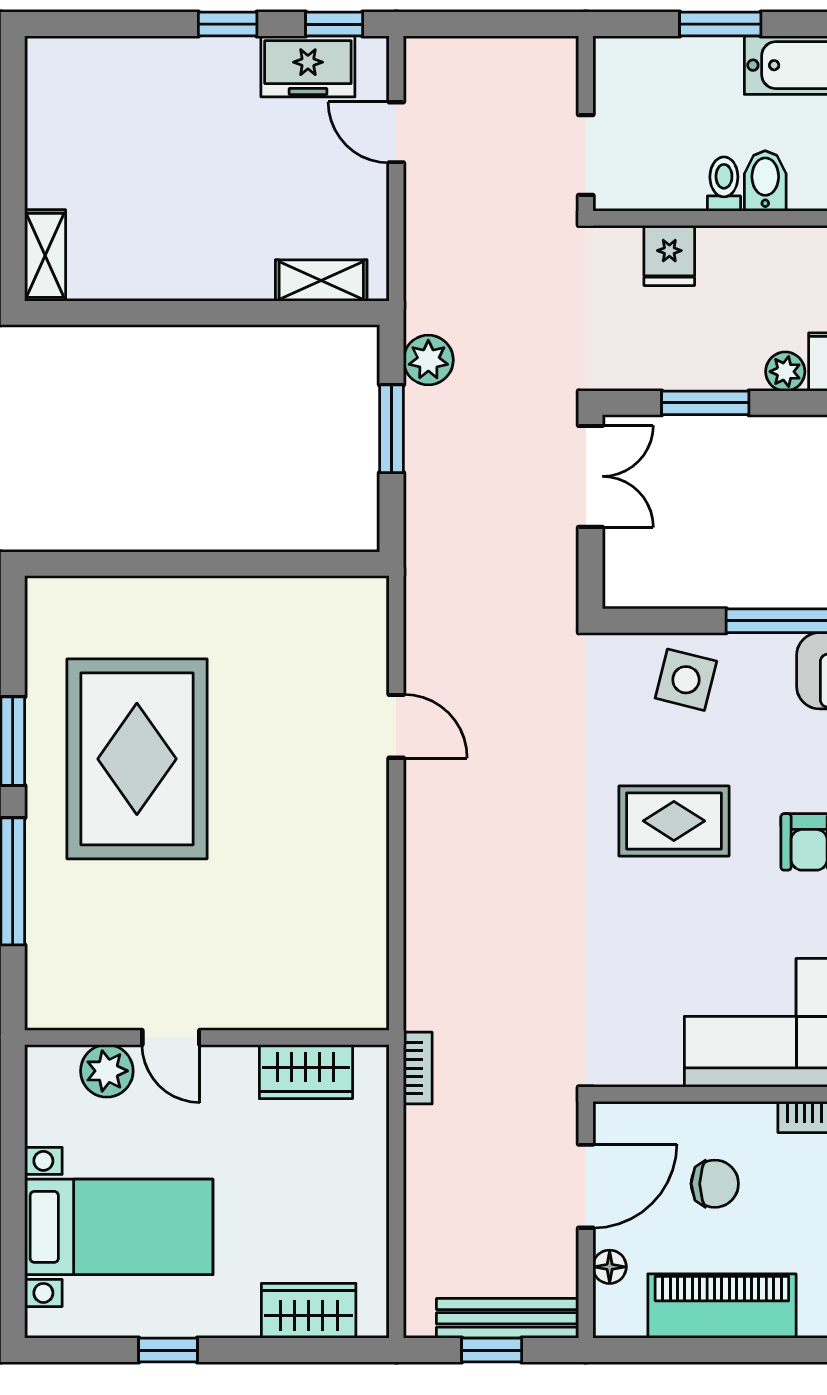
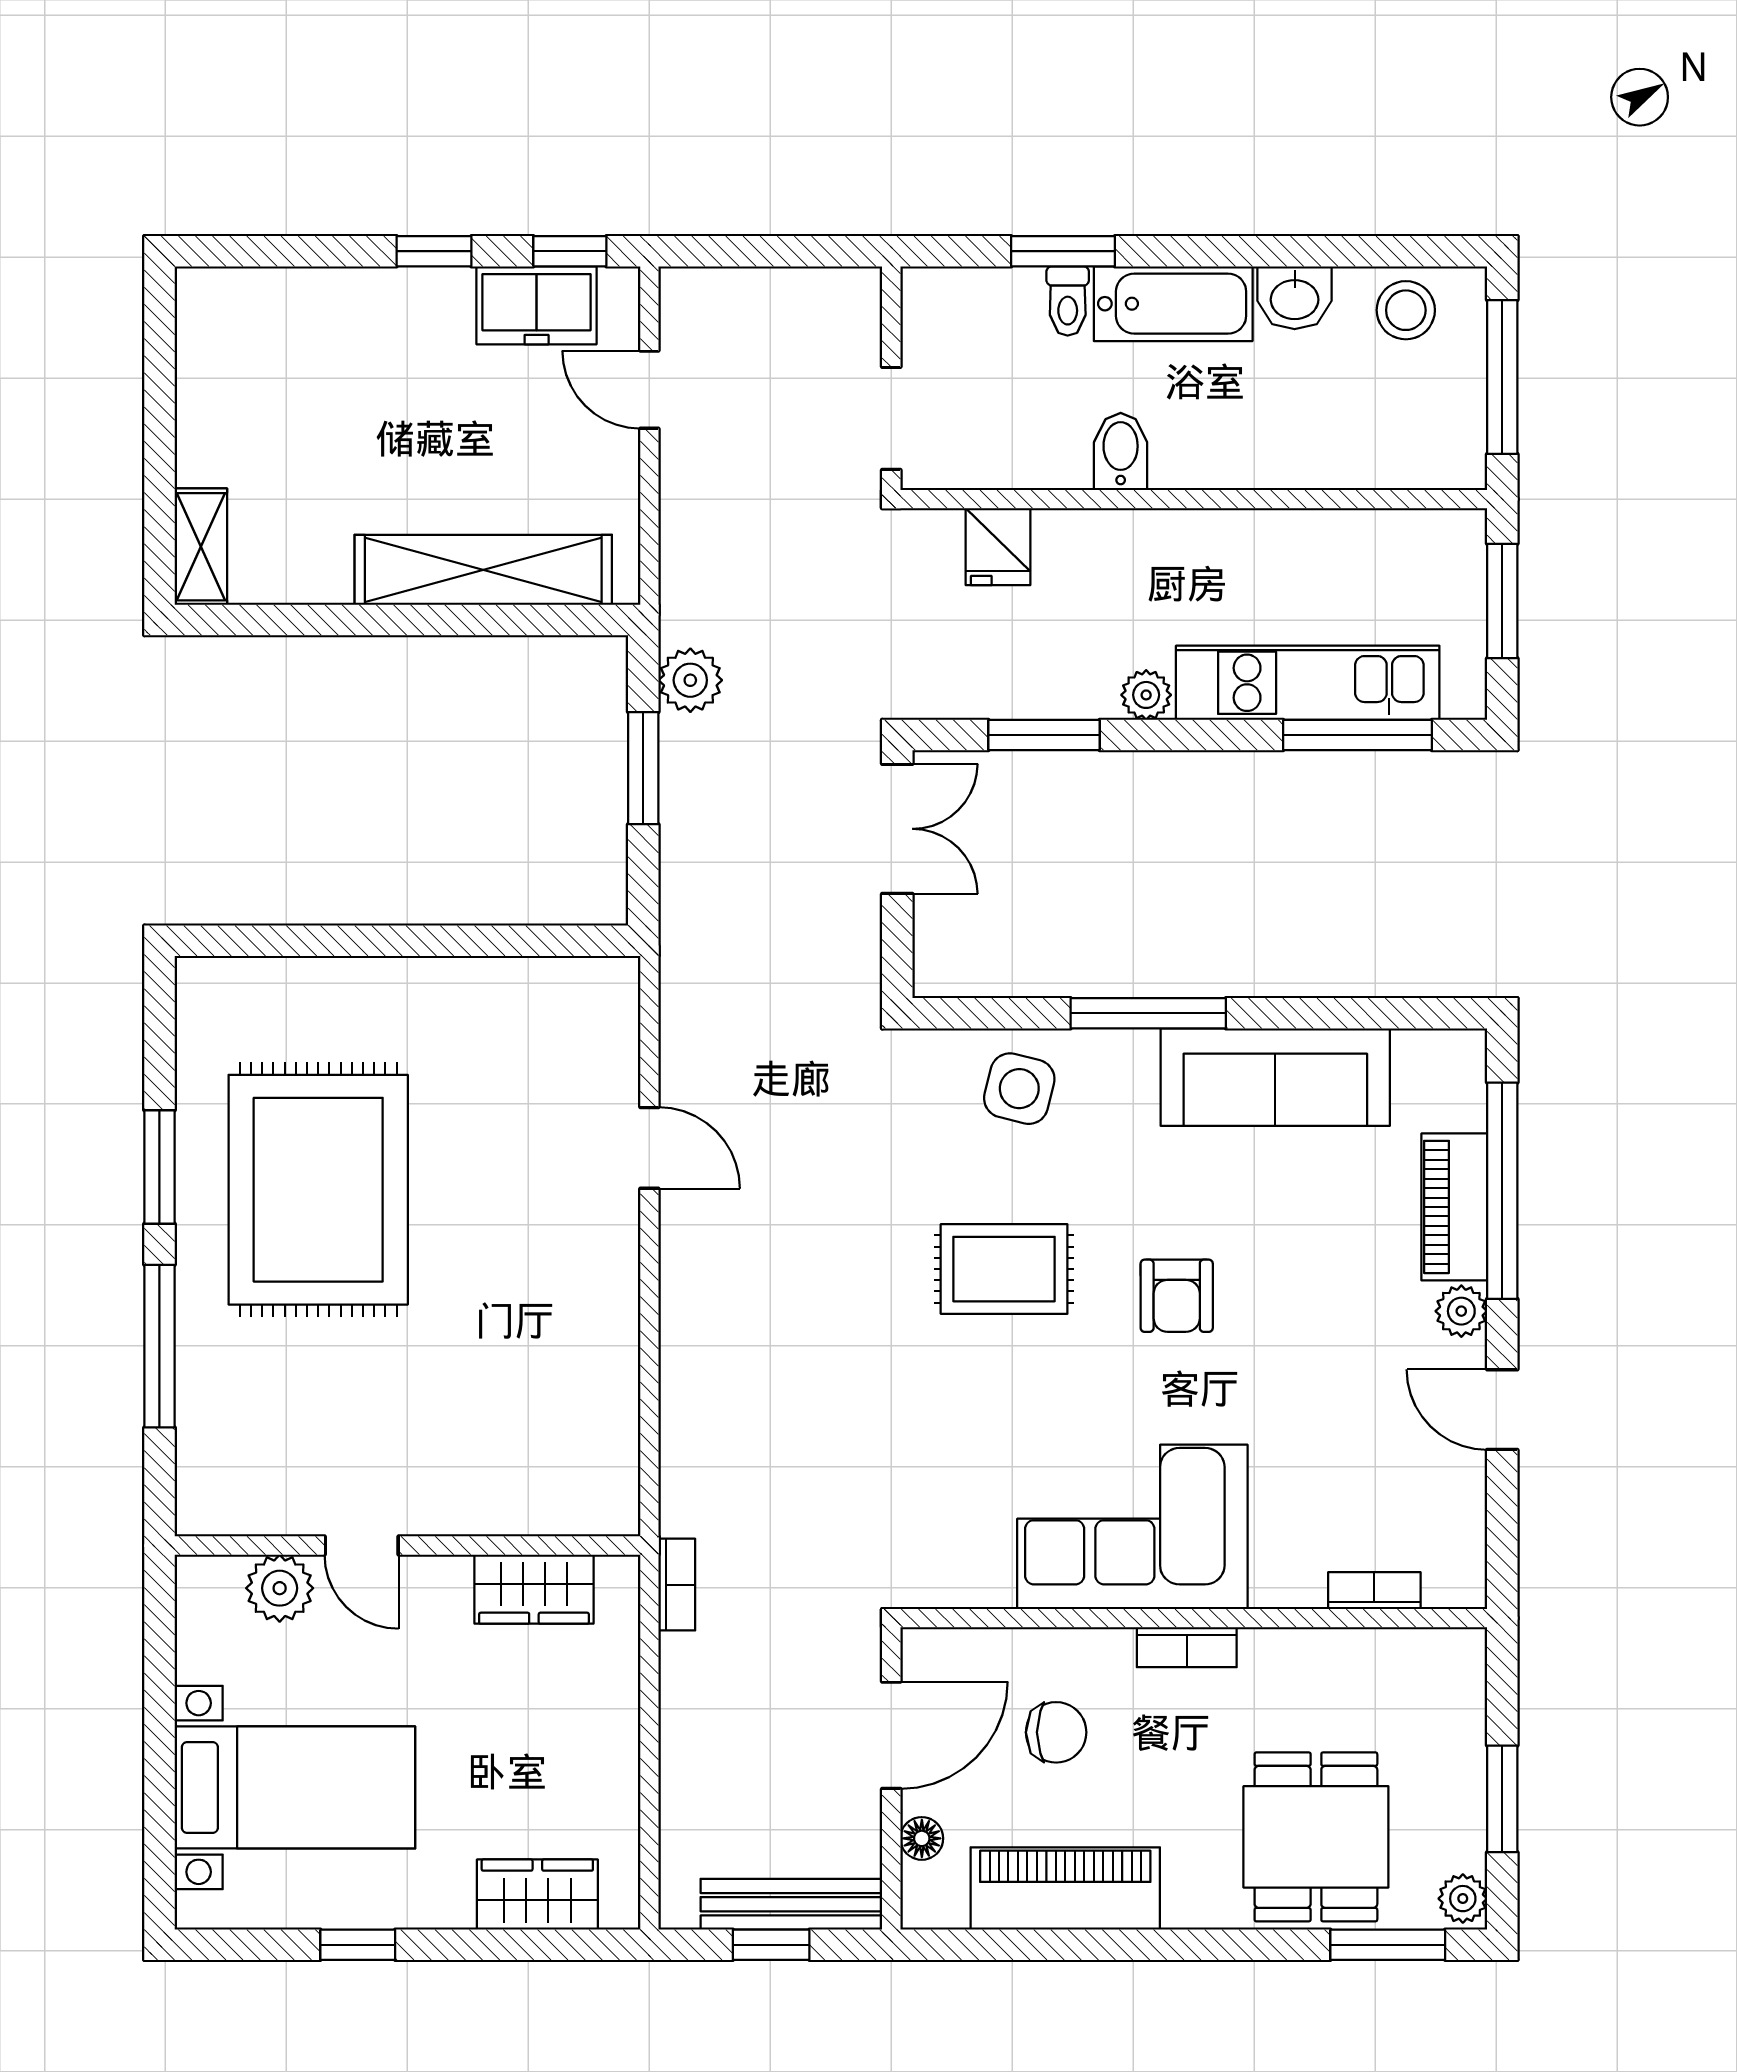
toilet: (724, 184) -> (1068, 301), moved, turned 180
shelving: (321, 280) -> (483, 570), width x2.20, depth x1.33

